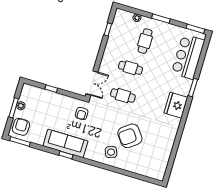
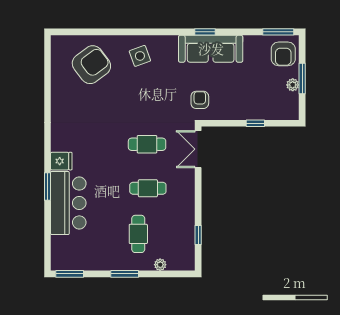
bar counter: (188, 57) -> (68, 203), moved
fridge: (176, 105) -> (61, 161), width x0.53, depth x0.75
armchair: (130, 136) -> (91, 65), moved

